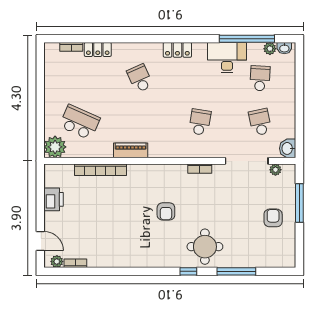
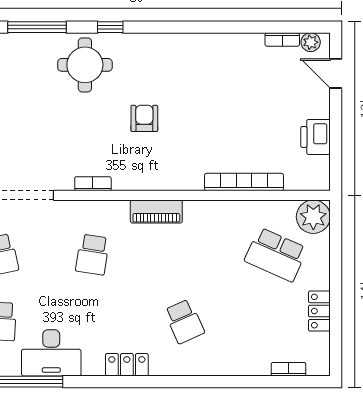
locker: (98, 49) -> (319, 311), moved, turned -90
piano: (131, 150) -> (156, 211), moved

